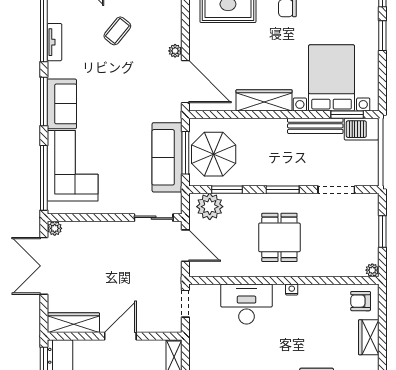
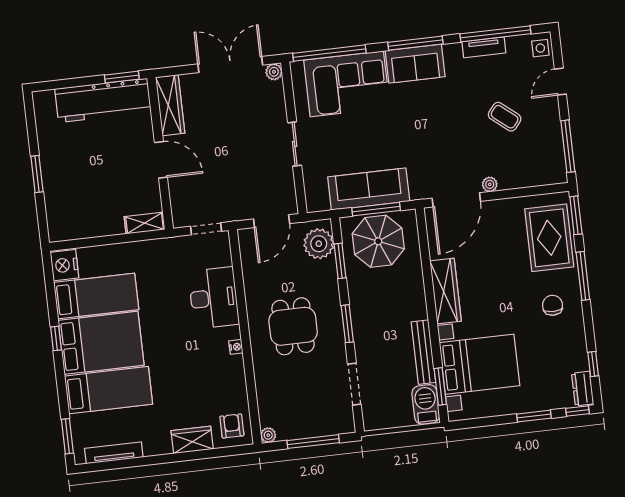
sliding door: (154, 218) -> (295, 144), moved
window: (382, 231) -> (313, 442), width x1.44
dining table: (279, 237) -> (293, 326), turned 90

